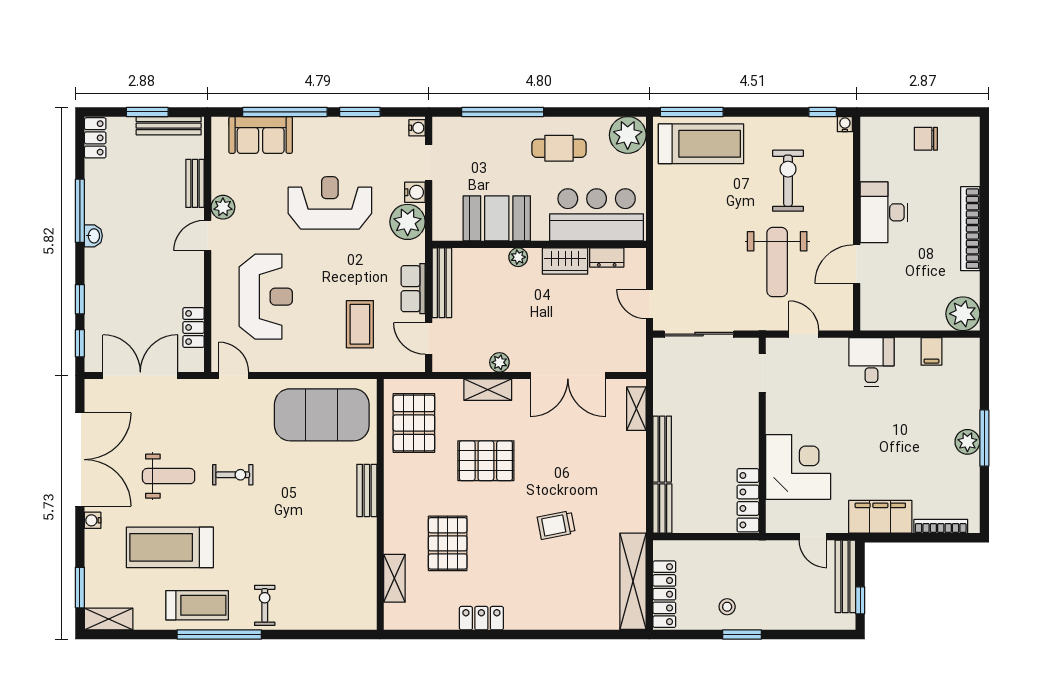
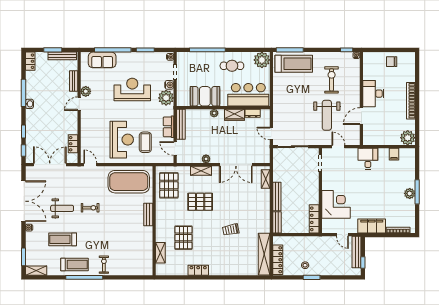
reception desk: (266, 297) -> (122, 140), moved
treadmill: (170, 547) -> (63, 239), width x0.73, depth x0.73

